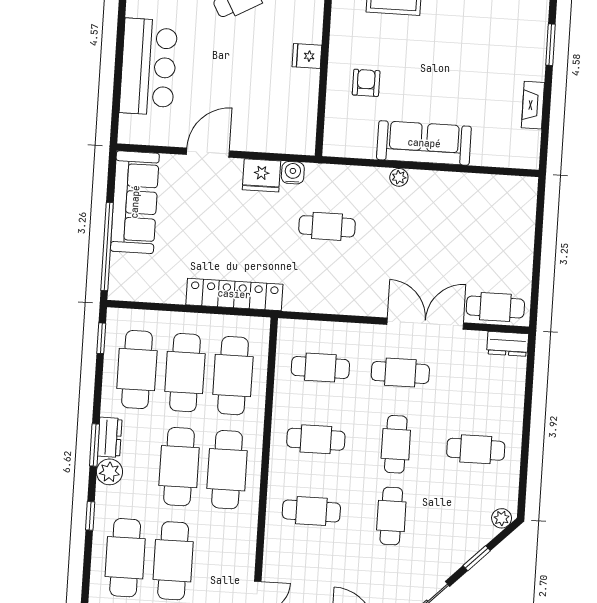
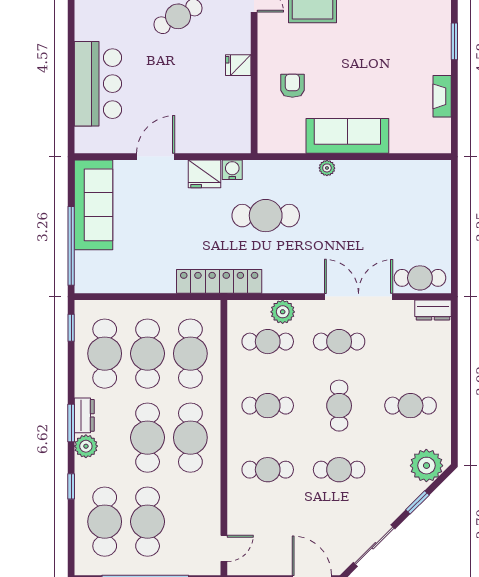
cafe table: (327, 226) -> (266, 216), width x1.37, depth x1.35
locker: (234, 294) -> (219, 281), moved
plant: (339, 335) -> (283, 312), added
cafe table: (391, 516) -> (339, 470), turned 90
plant: (502, 518) -> (426, 466), width x1.87, depth x1.87

